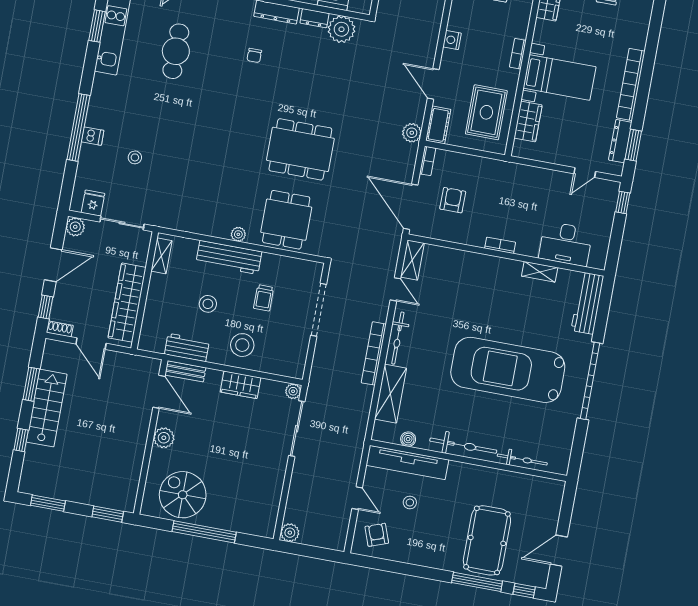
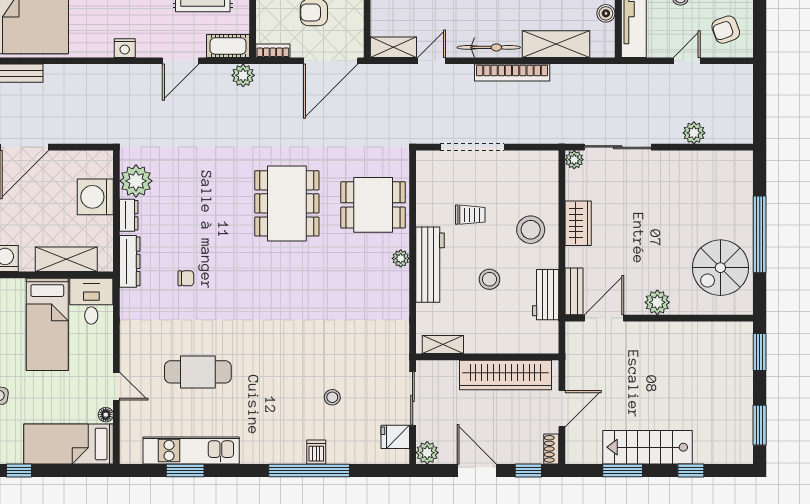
plant: (290, 533) -> (694, 133), moved

